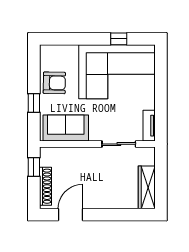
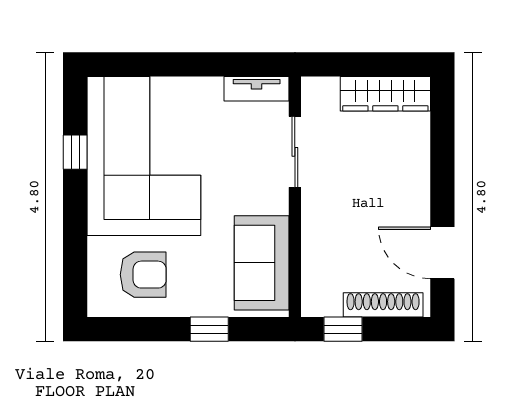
armchair: (54, 83) -> (143, 275), moved, turned 89

